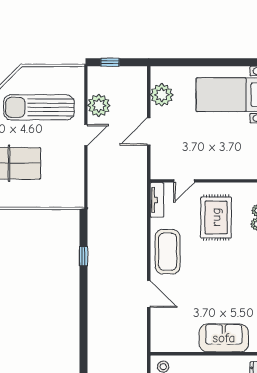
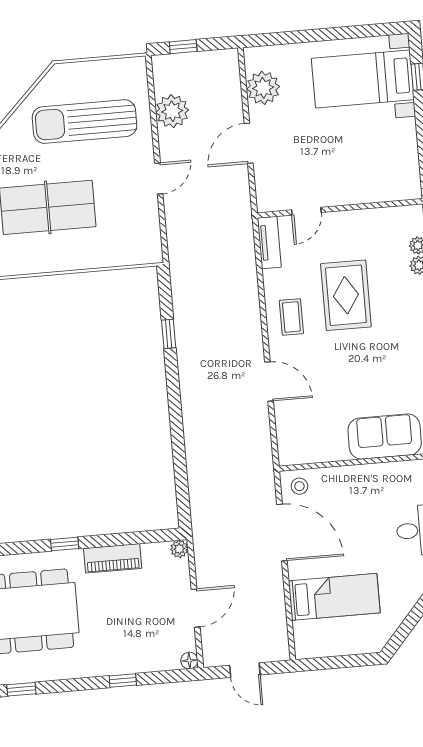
door: (86, 135) -> (159, 179), moved
rug: (216, 217) -> (346, 295), moved
coffee table: (168, 252) -> (291, 317), width x0.54, depth x0.58

